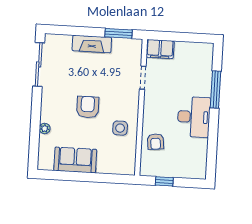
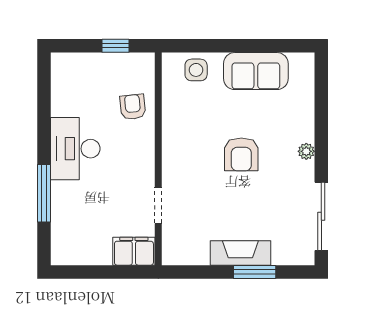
window: (118, 33) -> (255, 272), moved
plant: (45, 128) -> (306, 151), moved
side table: (120, 128) -> (196, 70), moved

